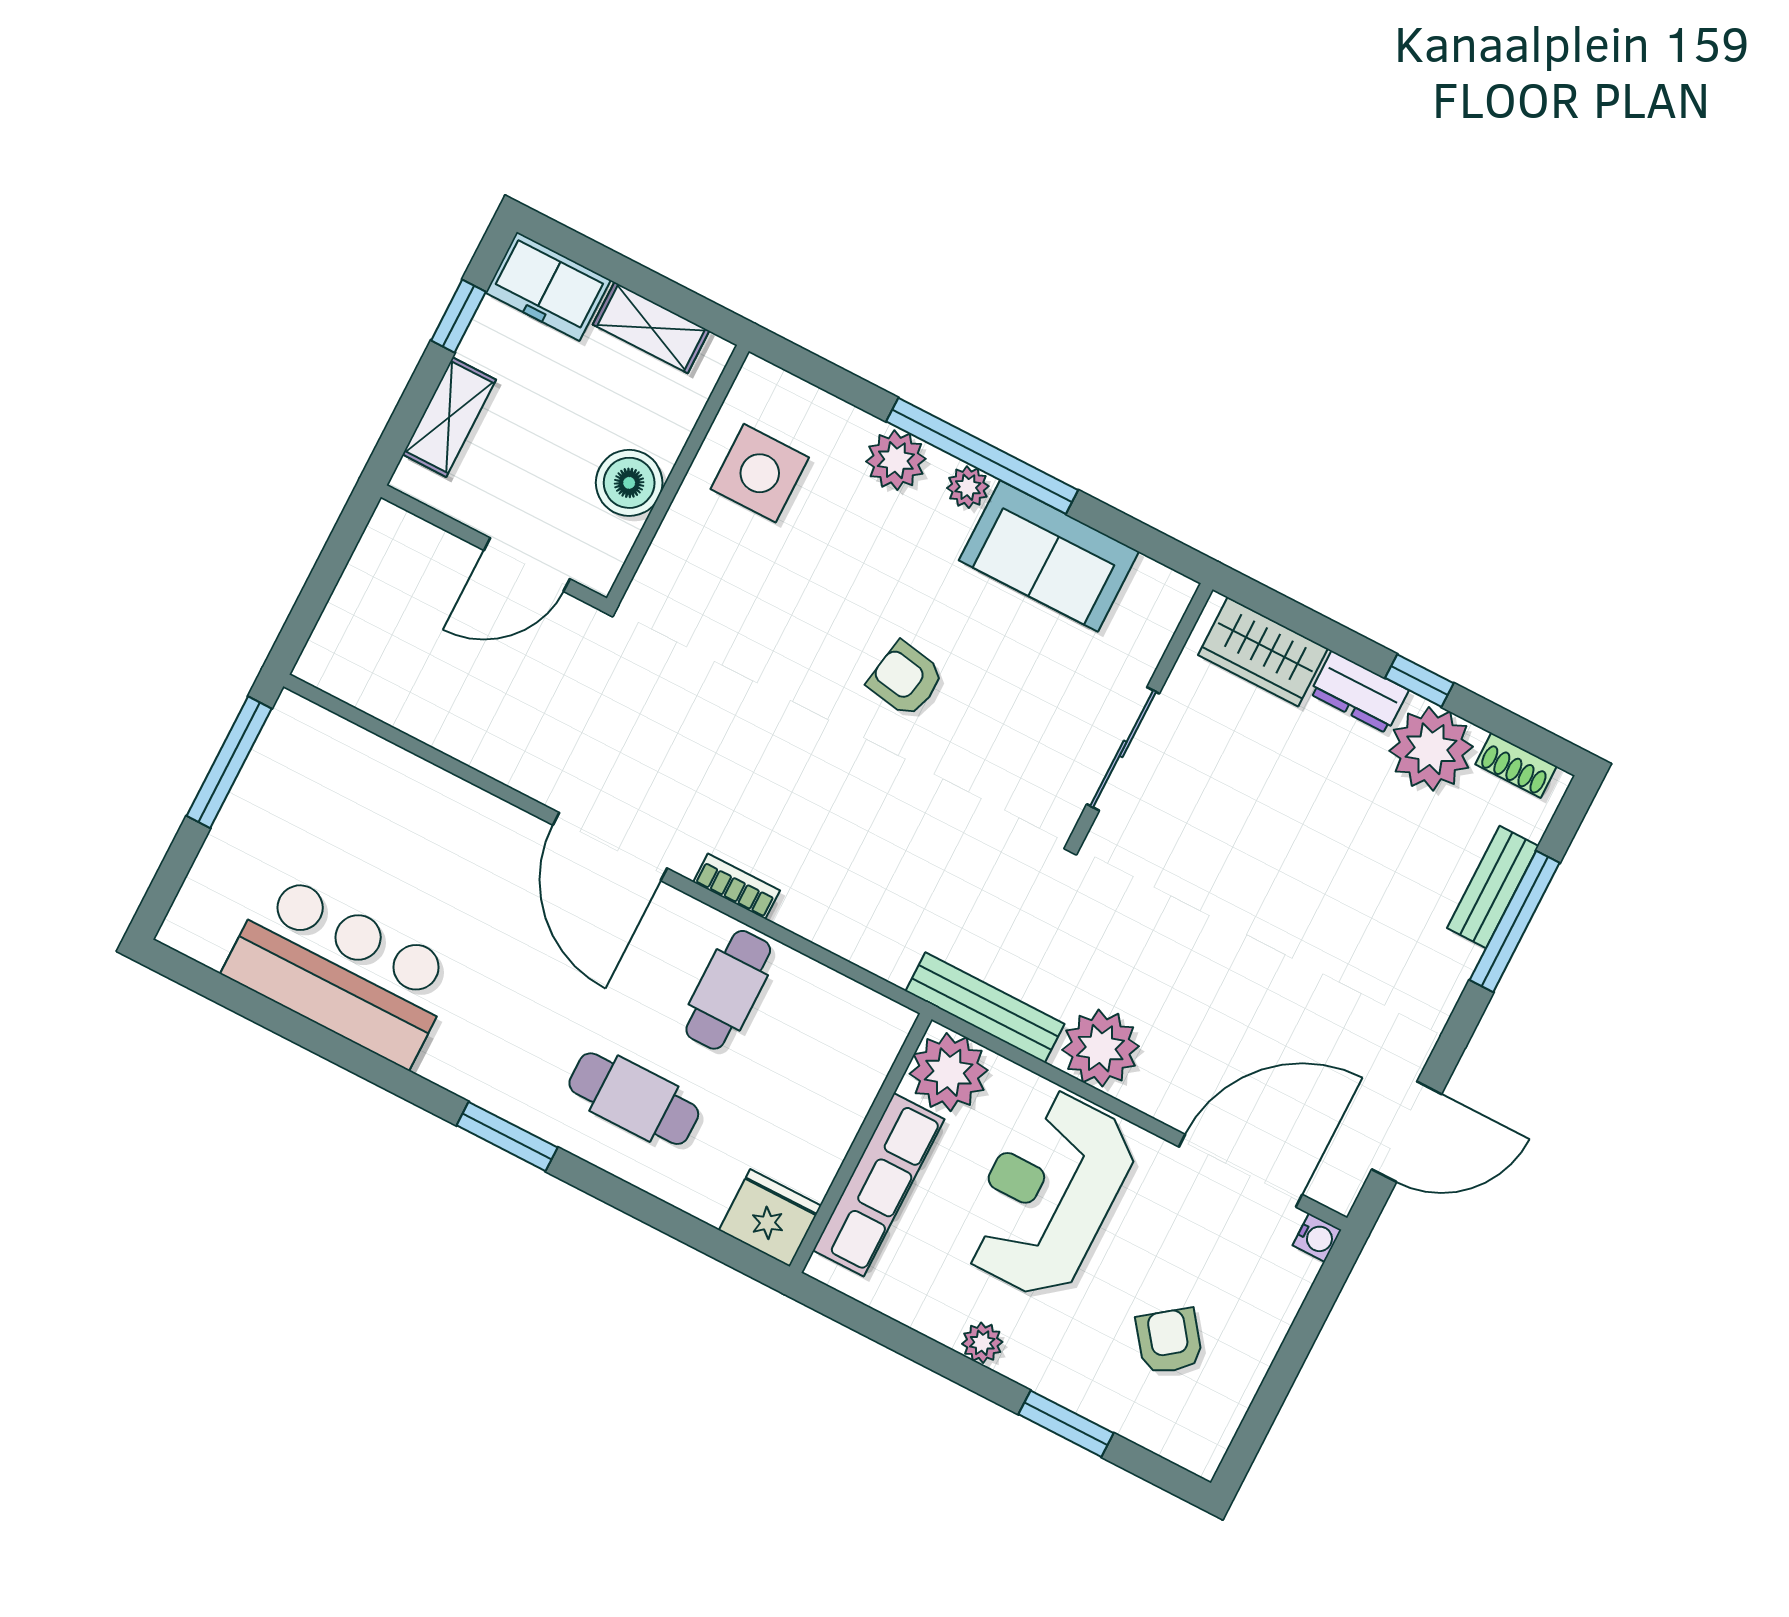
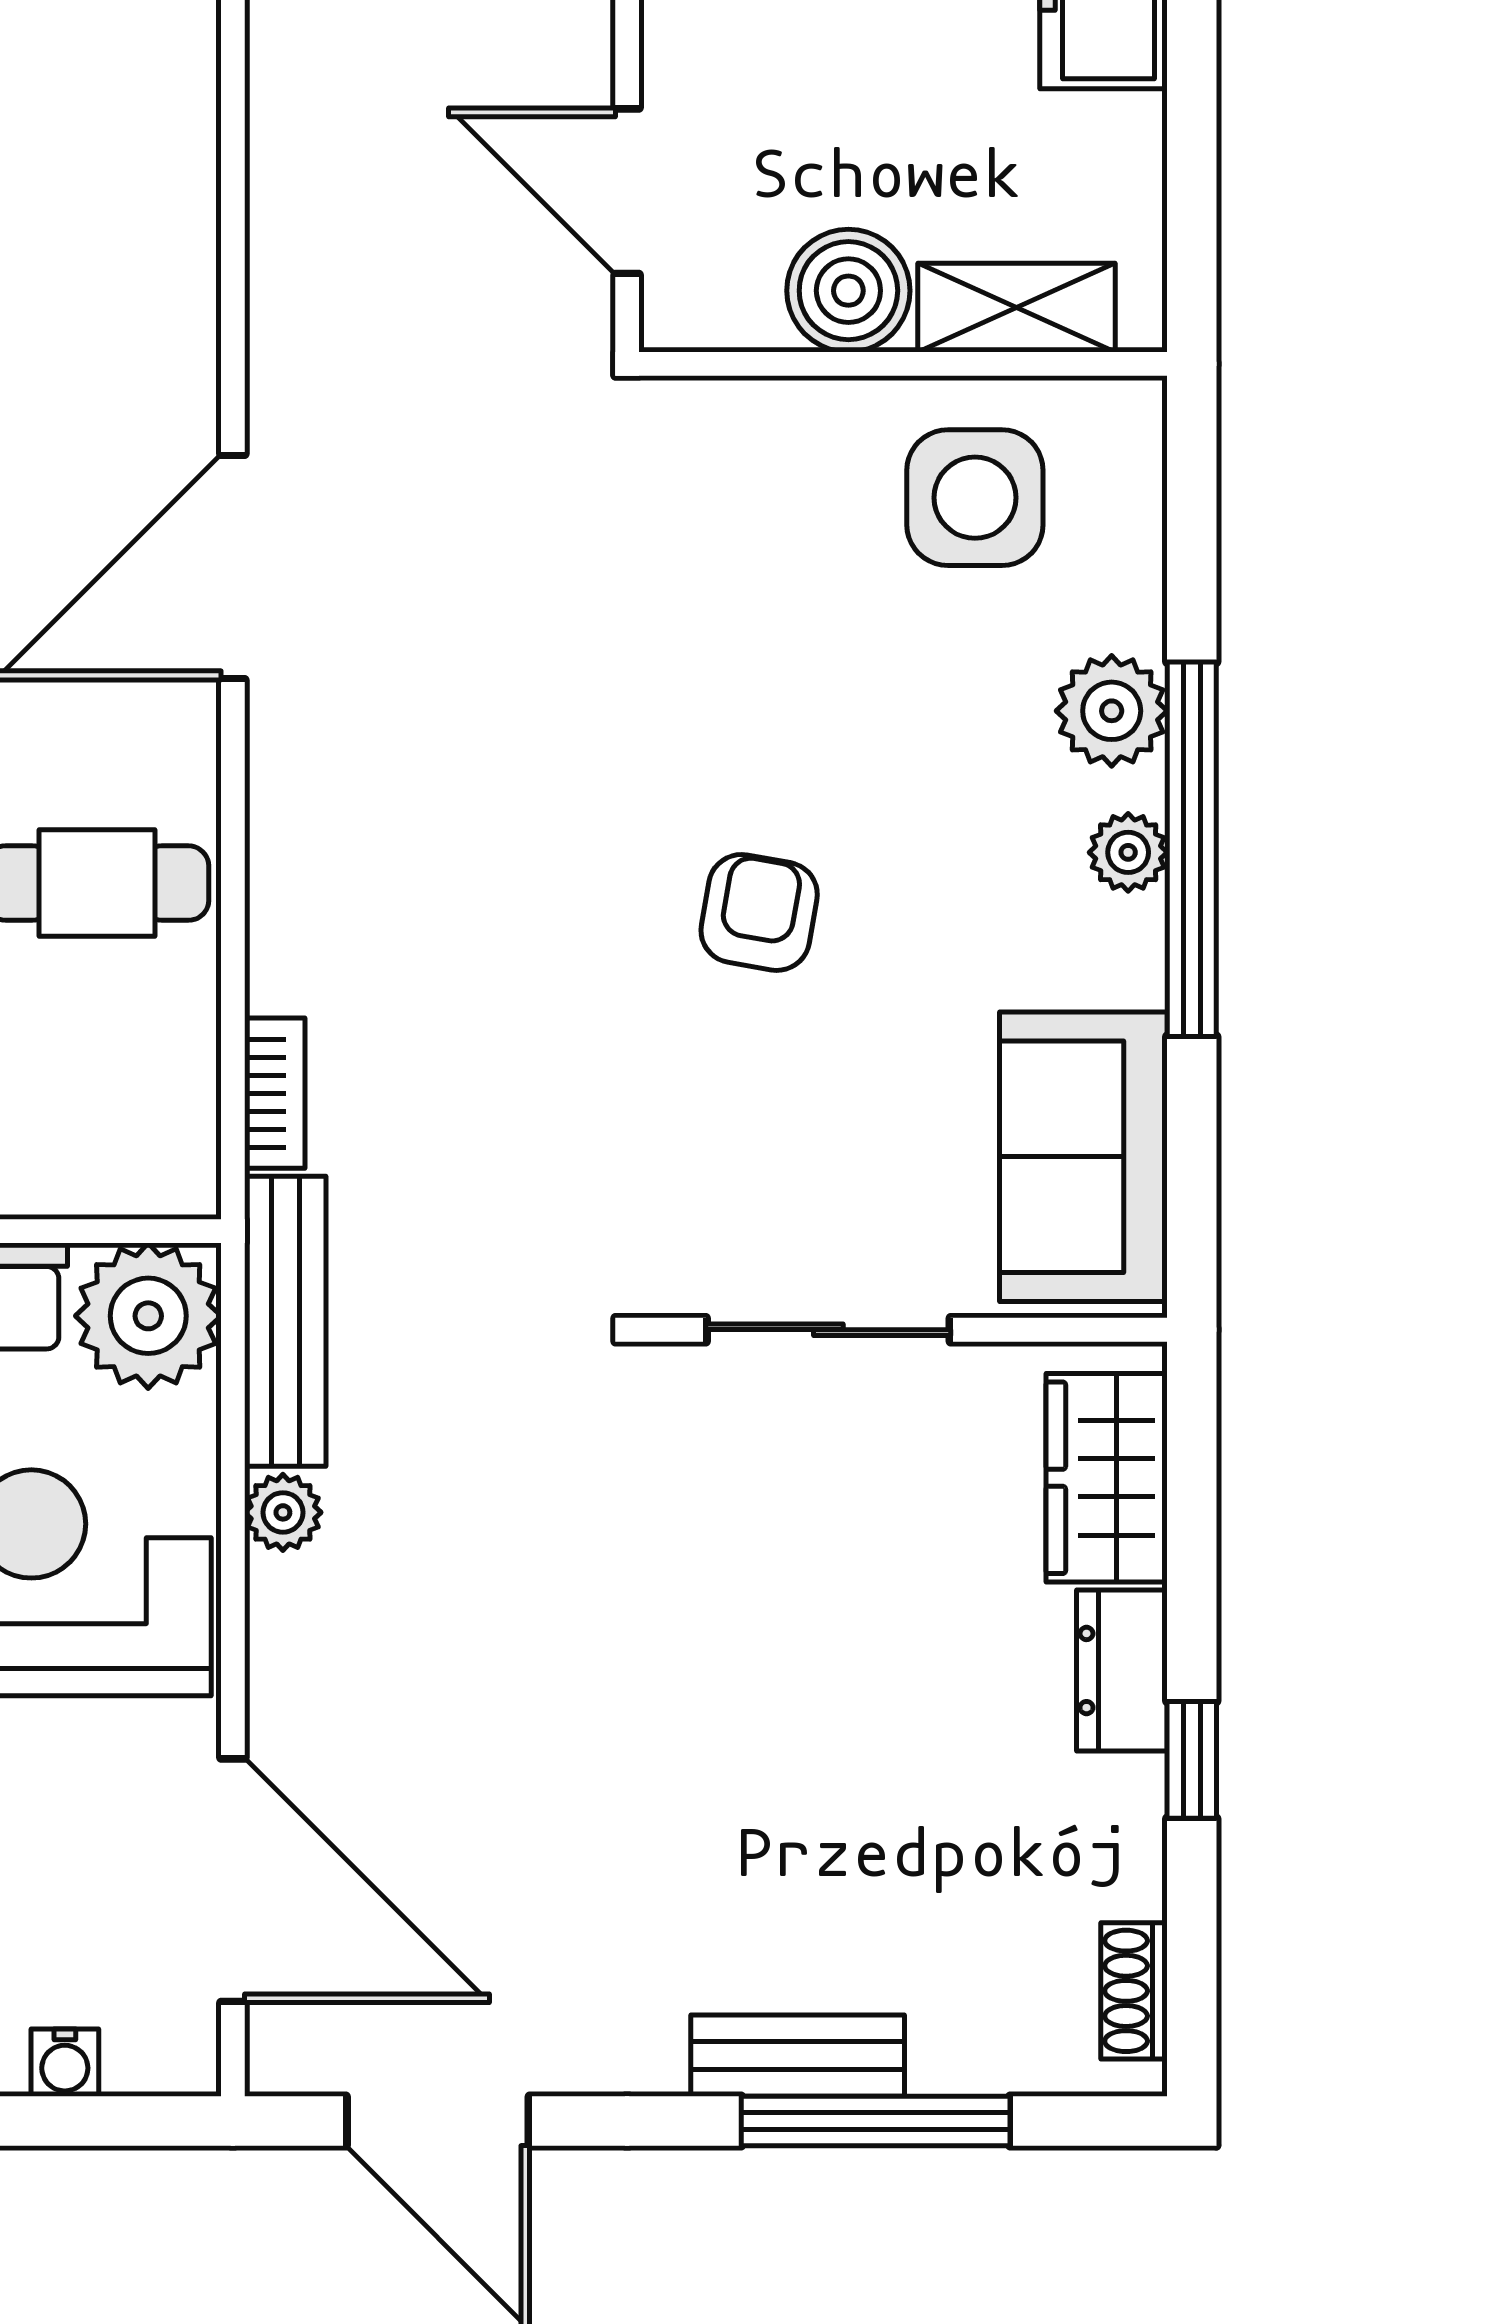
shelving: (651, 328) -> (1016, 308), moved, turned 90
sofa: (1049, 556) -> (1083, 1157), moved
plant: (1431, 749) -> (1089, 1837), removed
bookcase: (737, 886) -> (275, 1093), moved
bench: (1493, 887) -> (798, 2056), moved
plant: (1101, 1048) -> (283, 1512), width x0.53, depth x0.53
water cooler: (1317, 1238) -> (65, 2063), moved

